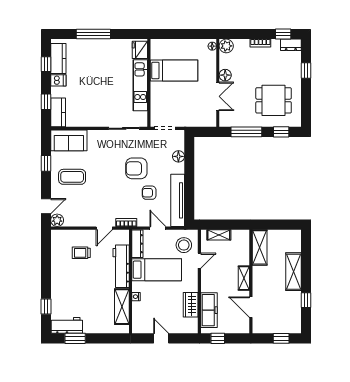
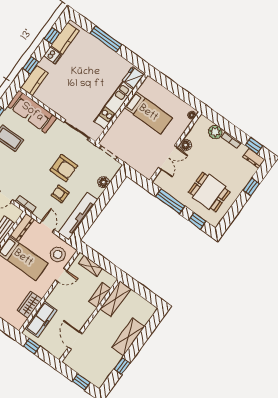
plant: (226, 46) -> (215, 132), moved
sofa: (69, 140) -> (32, 112), width x1.36
armchair: (136, 168) -> (64, 168), turned 180
shelving: (244, 278) -> (100, 295), moved

